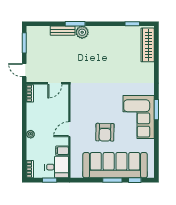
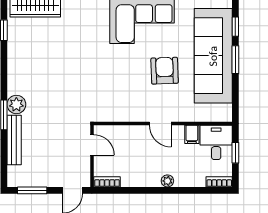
bench: (63, 31) -> (14, 140), width x1.36
armchair: (105, 132) -> (165, 71), turned -93

